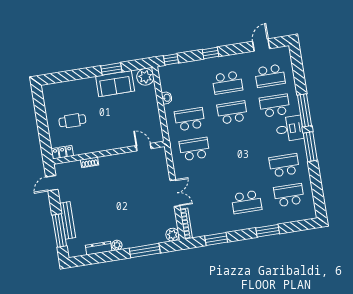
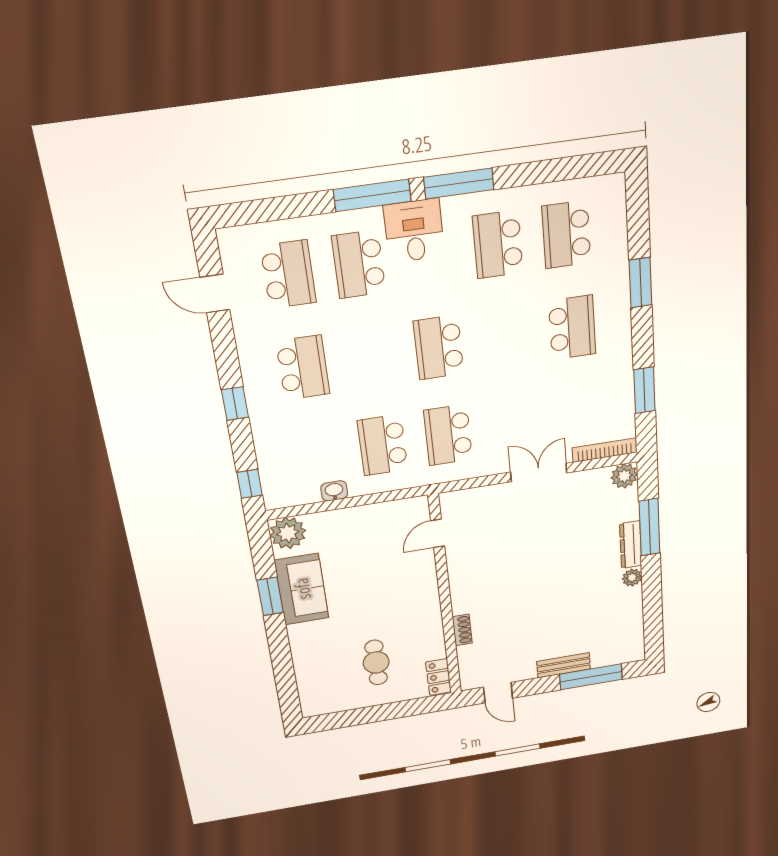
school desk: (232, 112) -> (439, 347), moved
bench: (68, 220) -> (564, 665), width x0.73
dresser: (99, 248) -> (631, 545), moved

